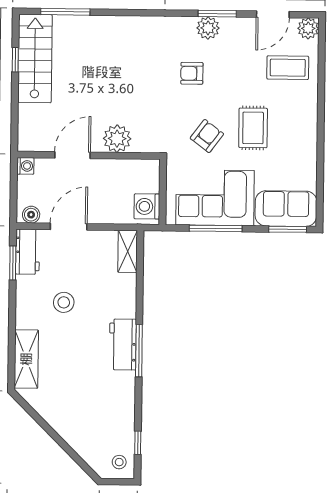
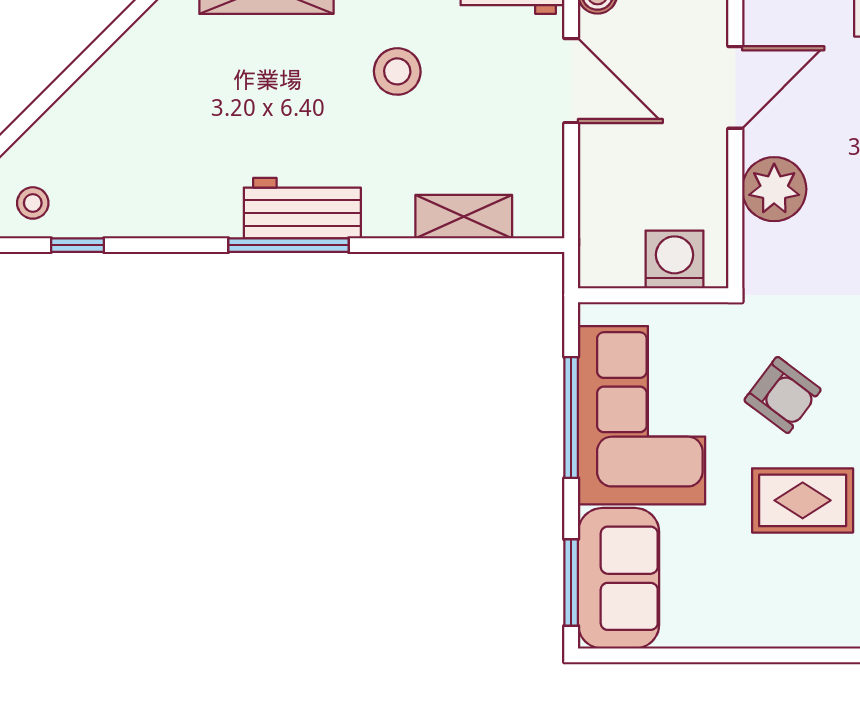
door: (72, 155) -> (735, 87), hinge flipped
washing machine: (147, 206) -> (675, 259), moved
shelving: (128, 251) -> (464, 217), moved

